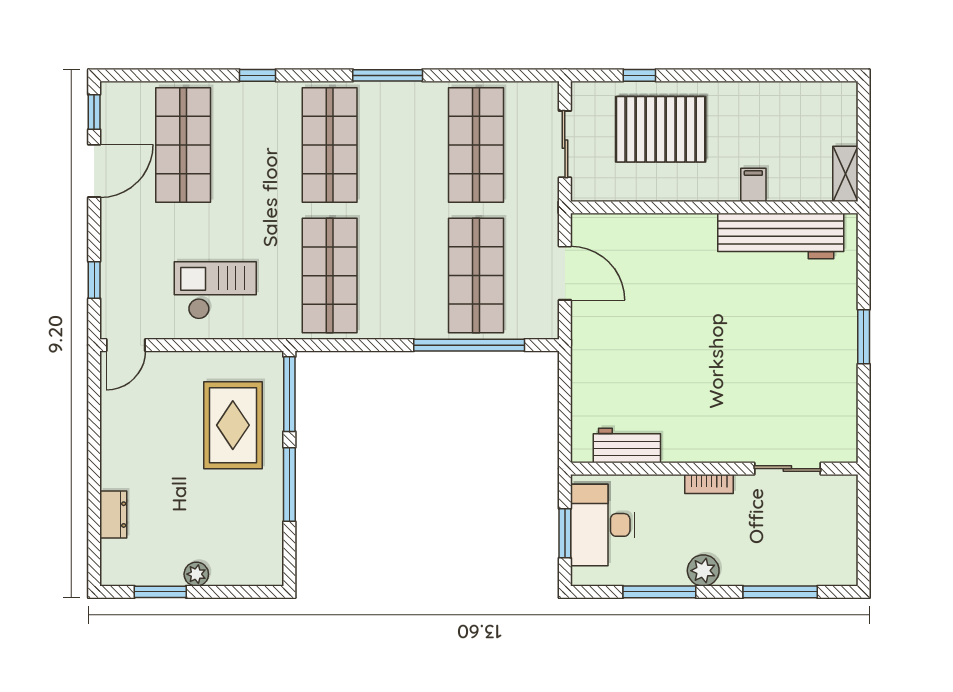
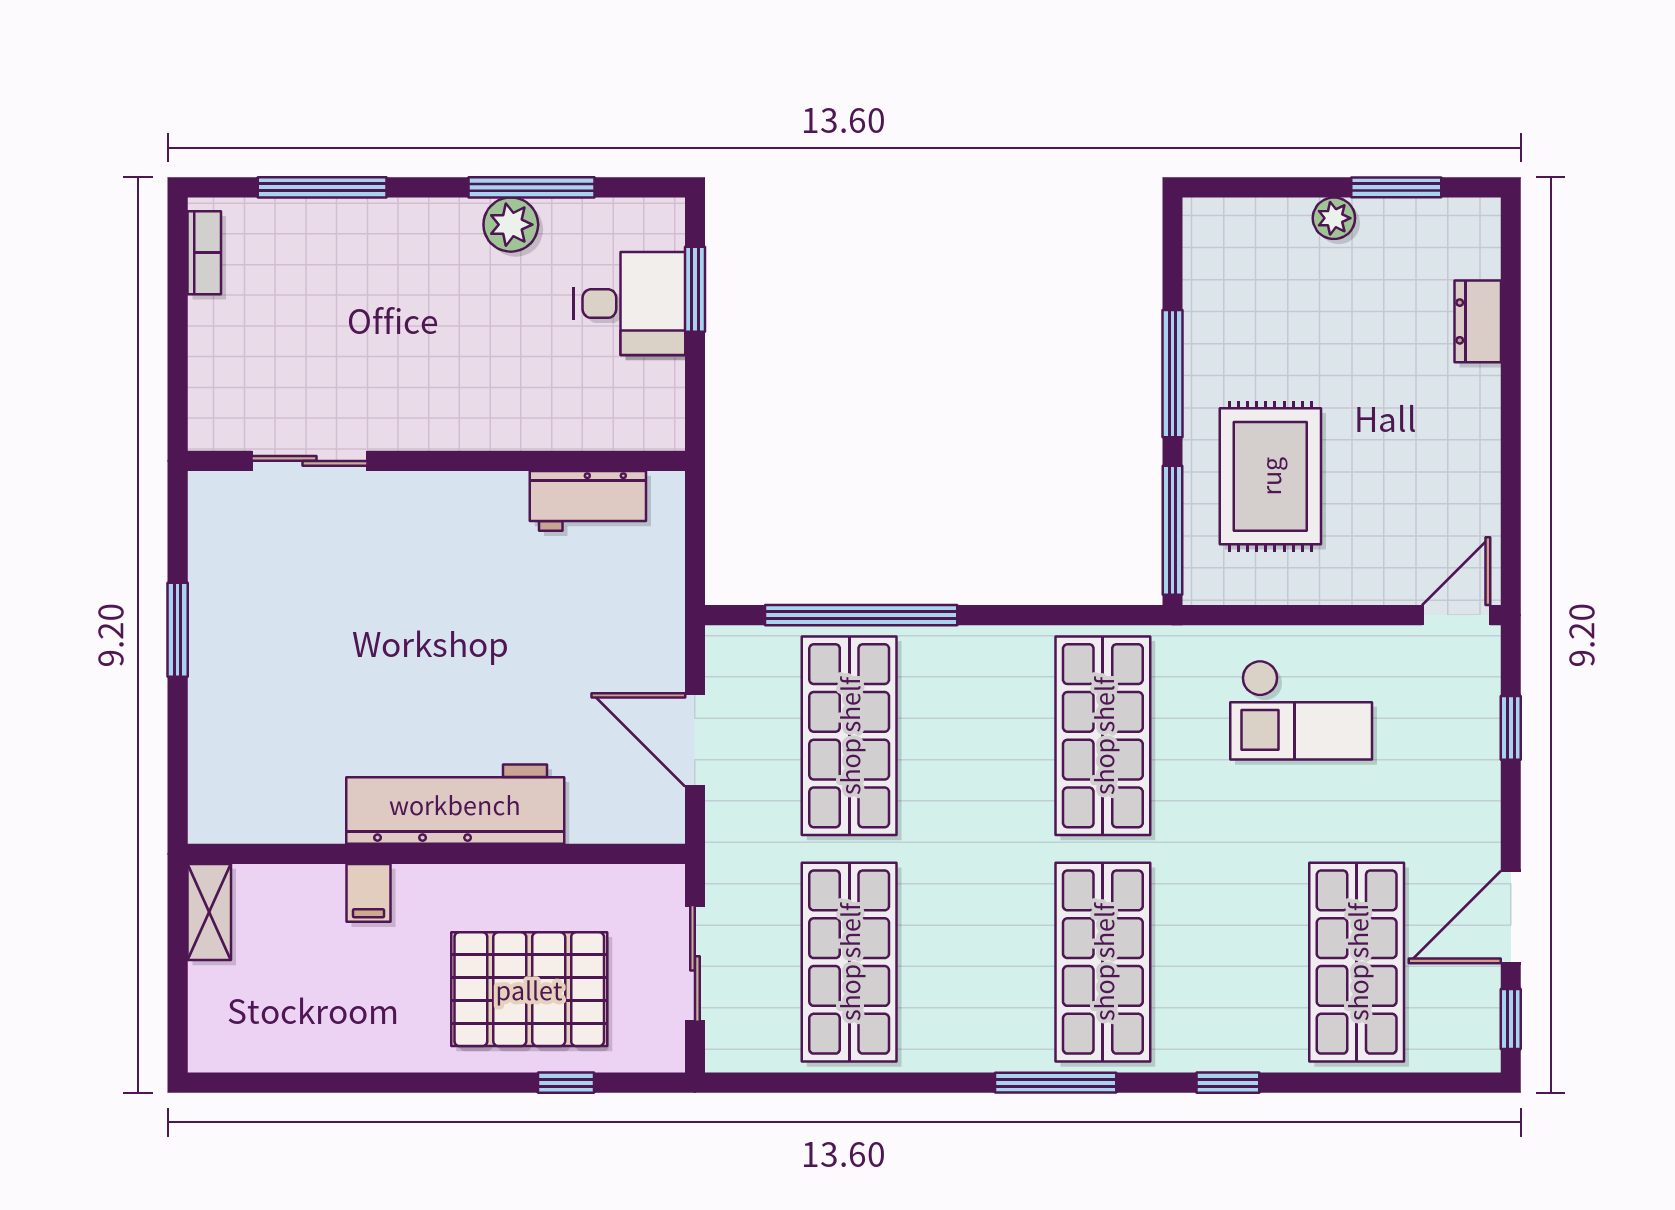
window: (388, 75) -> (1056, 1083), moved
workbench: (781, 236) -> (455, 804), moved
workbench: (627, 446) -> (588, 501), moved
wall: (714, 469) -> (436, 461), moved
sliding door: (787, 469) -> (309, 461), moved
bookcase: (709, 484) -> (204, 253), moved, turned 90
desk: (603, 525) -> (629, 304), width x0.73
plant: (703, 571) -> (511, 225), moved

